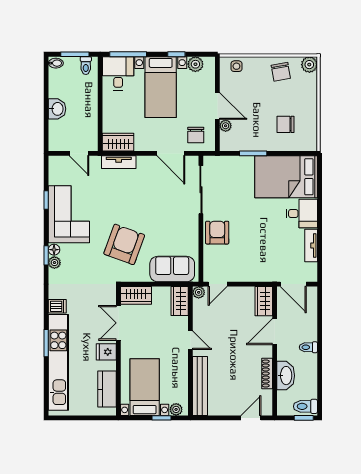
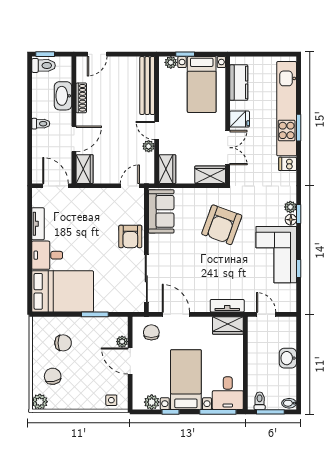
chair: (281, 72) -> (53, 376), moved
sofa: (172, 269) -> (161, 211), moved, turned -90
plant: (199, 292) -> (149, 146), moved

